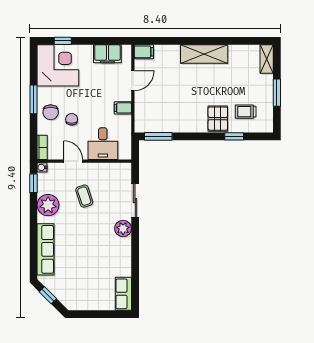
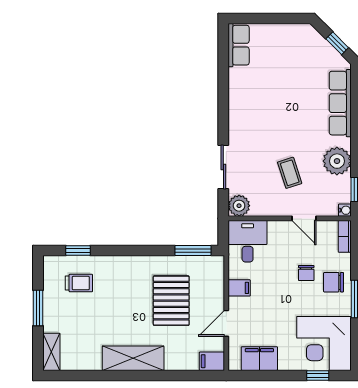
chair: (51, 112) -> (334, 282), turned -90
pallet: (218, 119) -> (171, 301), moved, width x1.50, depth x1.42
window: (234, 136) -> (78, 251), moved
desk: (103, 144) -> (248, 241), moved
plant: (123, 229) -> (239, 206), moved

